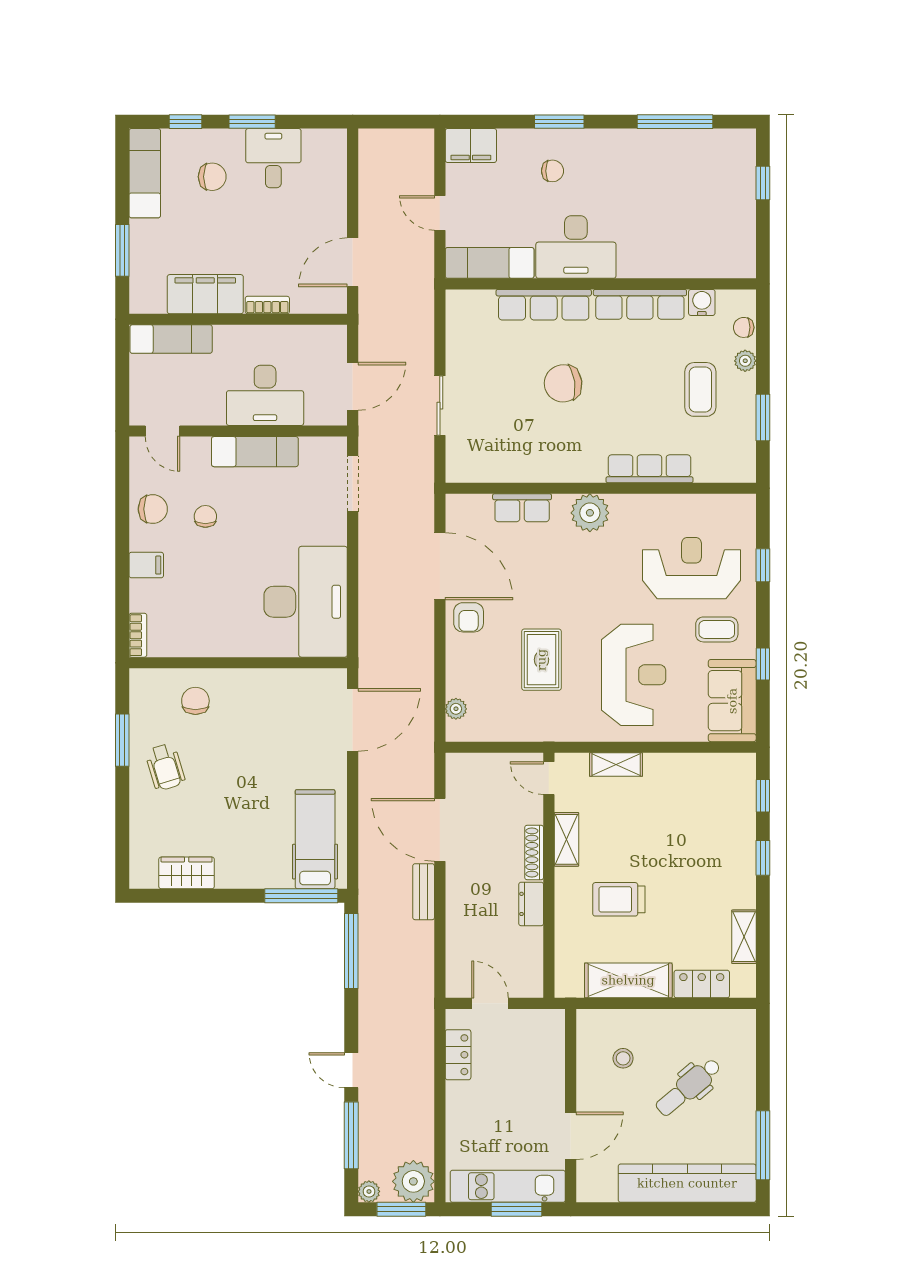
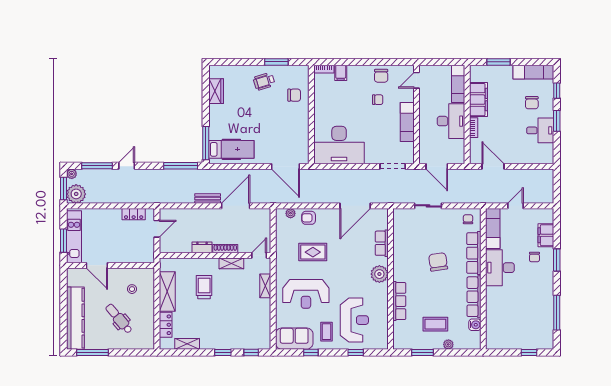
filing cabinet: (471, 146) -> (546, 235), moved
chair: (744, 327) -> (468, 219), moved
desk: (265, 395) -> (451, 121), moved, turned 180
filing cabinet: (146, 565) -> (341, 73), moved
armchair: (469, 617) -> (309, 218), moved

